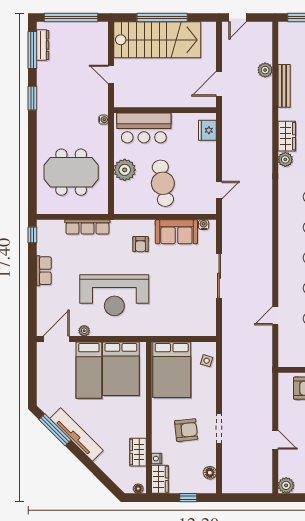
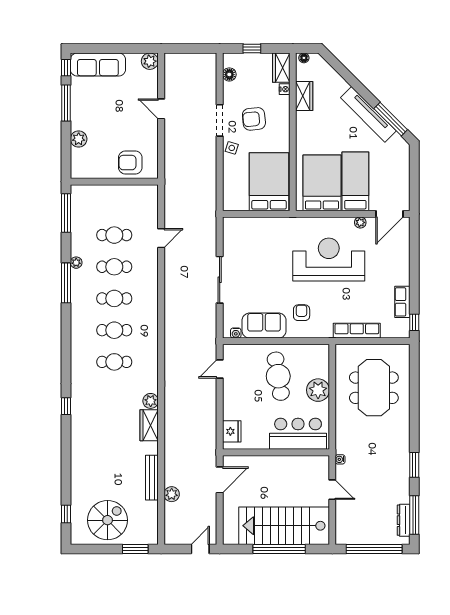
water cooler: (104, 120) -> (340, 459), moved
meeting table: (71, 172) -> (374, 388), turned 90
row of seats: (44, 271) -> (402, 302), moved
side table: (207, 361) -> (232, 148), moved

